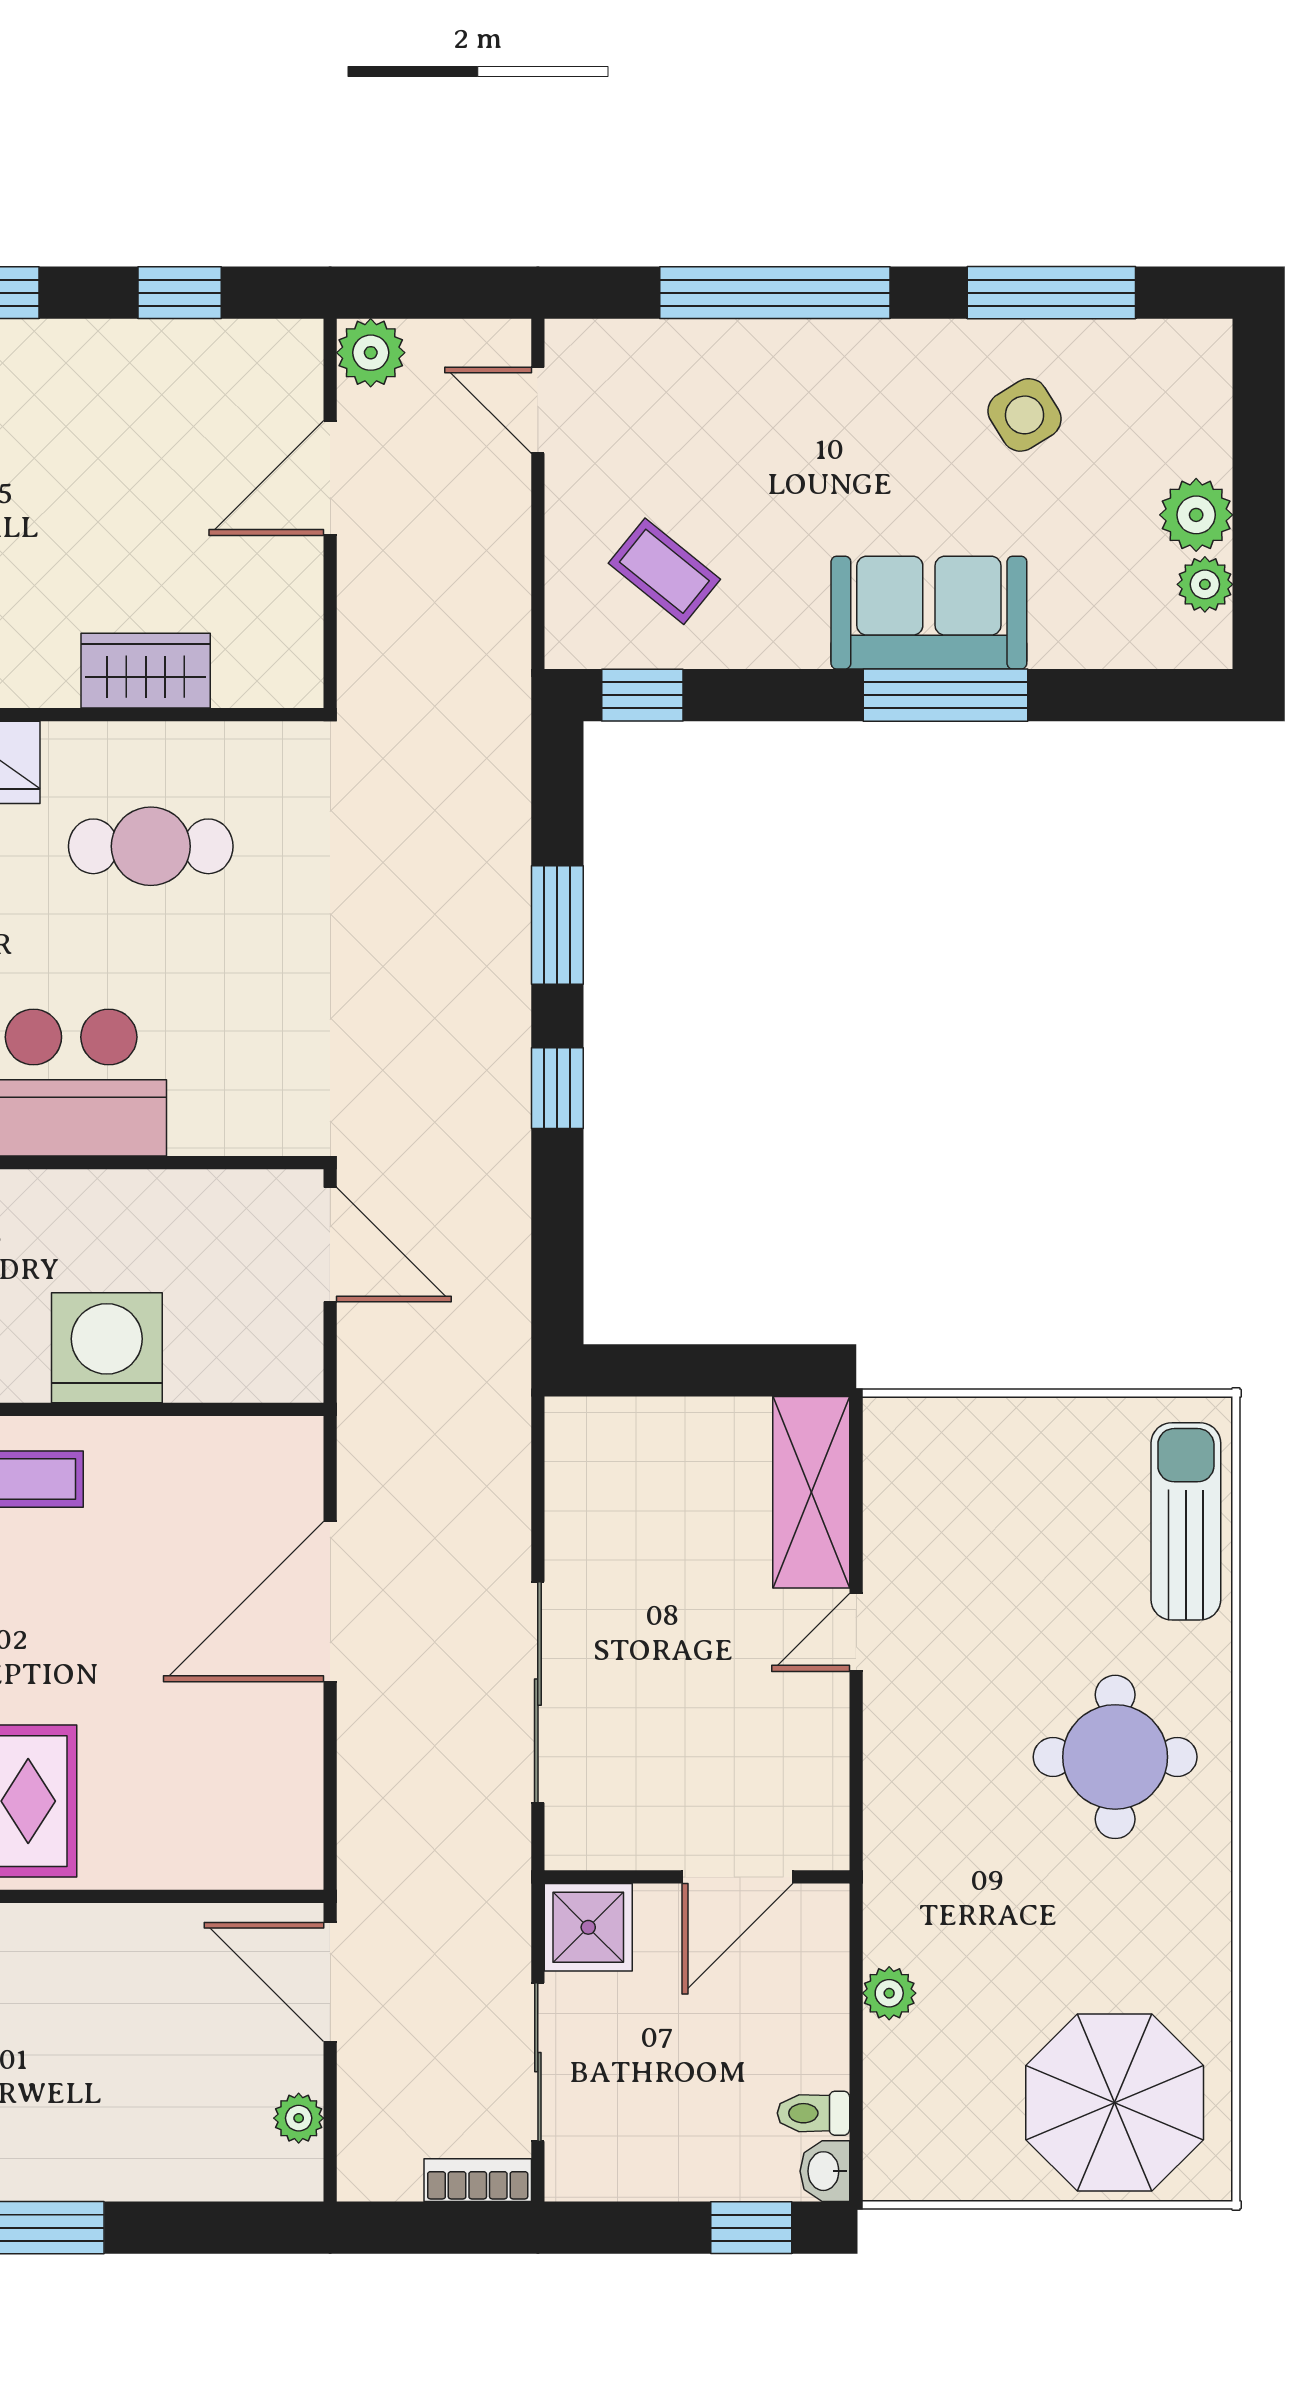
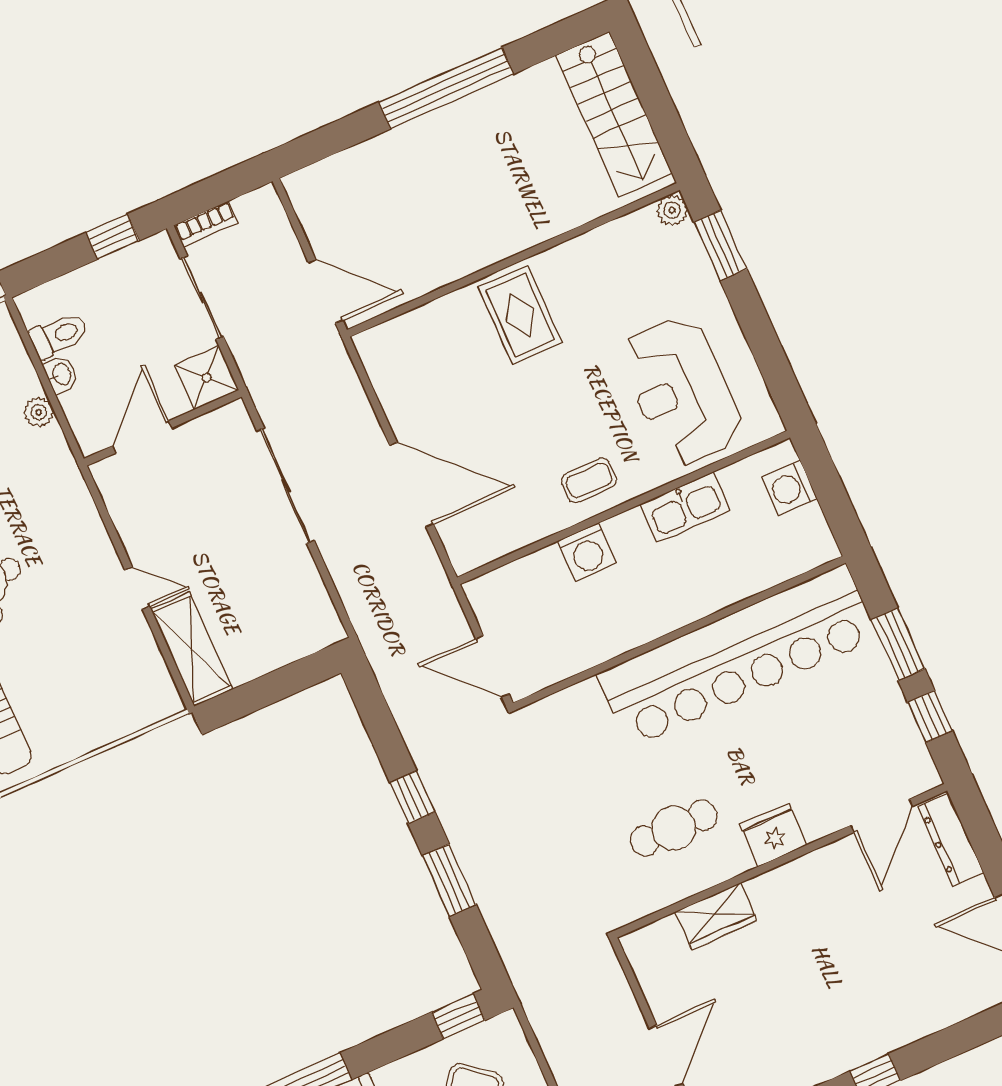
washing machine: (107, 1348) -> (587, 552), width x0.73, depth x0.73
door: (330, 1602) -> (412, 485), hinge flipped
door: (856, 1632) -> (137, 588), hinge flipped
toilet: (813, 2113) -> (59, 335), width x1.37, depth x1.39
plant: (299, 2118) -> (311, 215), removed
washbasin: (825, 2171) -> (61, 374), moved
window: (751, 2228) -> (112, 237), moved

